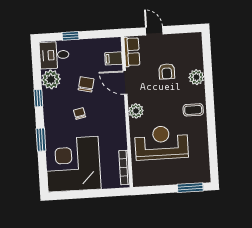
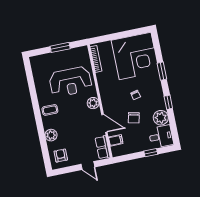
armchair: (167, 71) -> (61, 156), moved
window: (190, 188) -> (60, 47), moved

